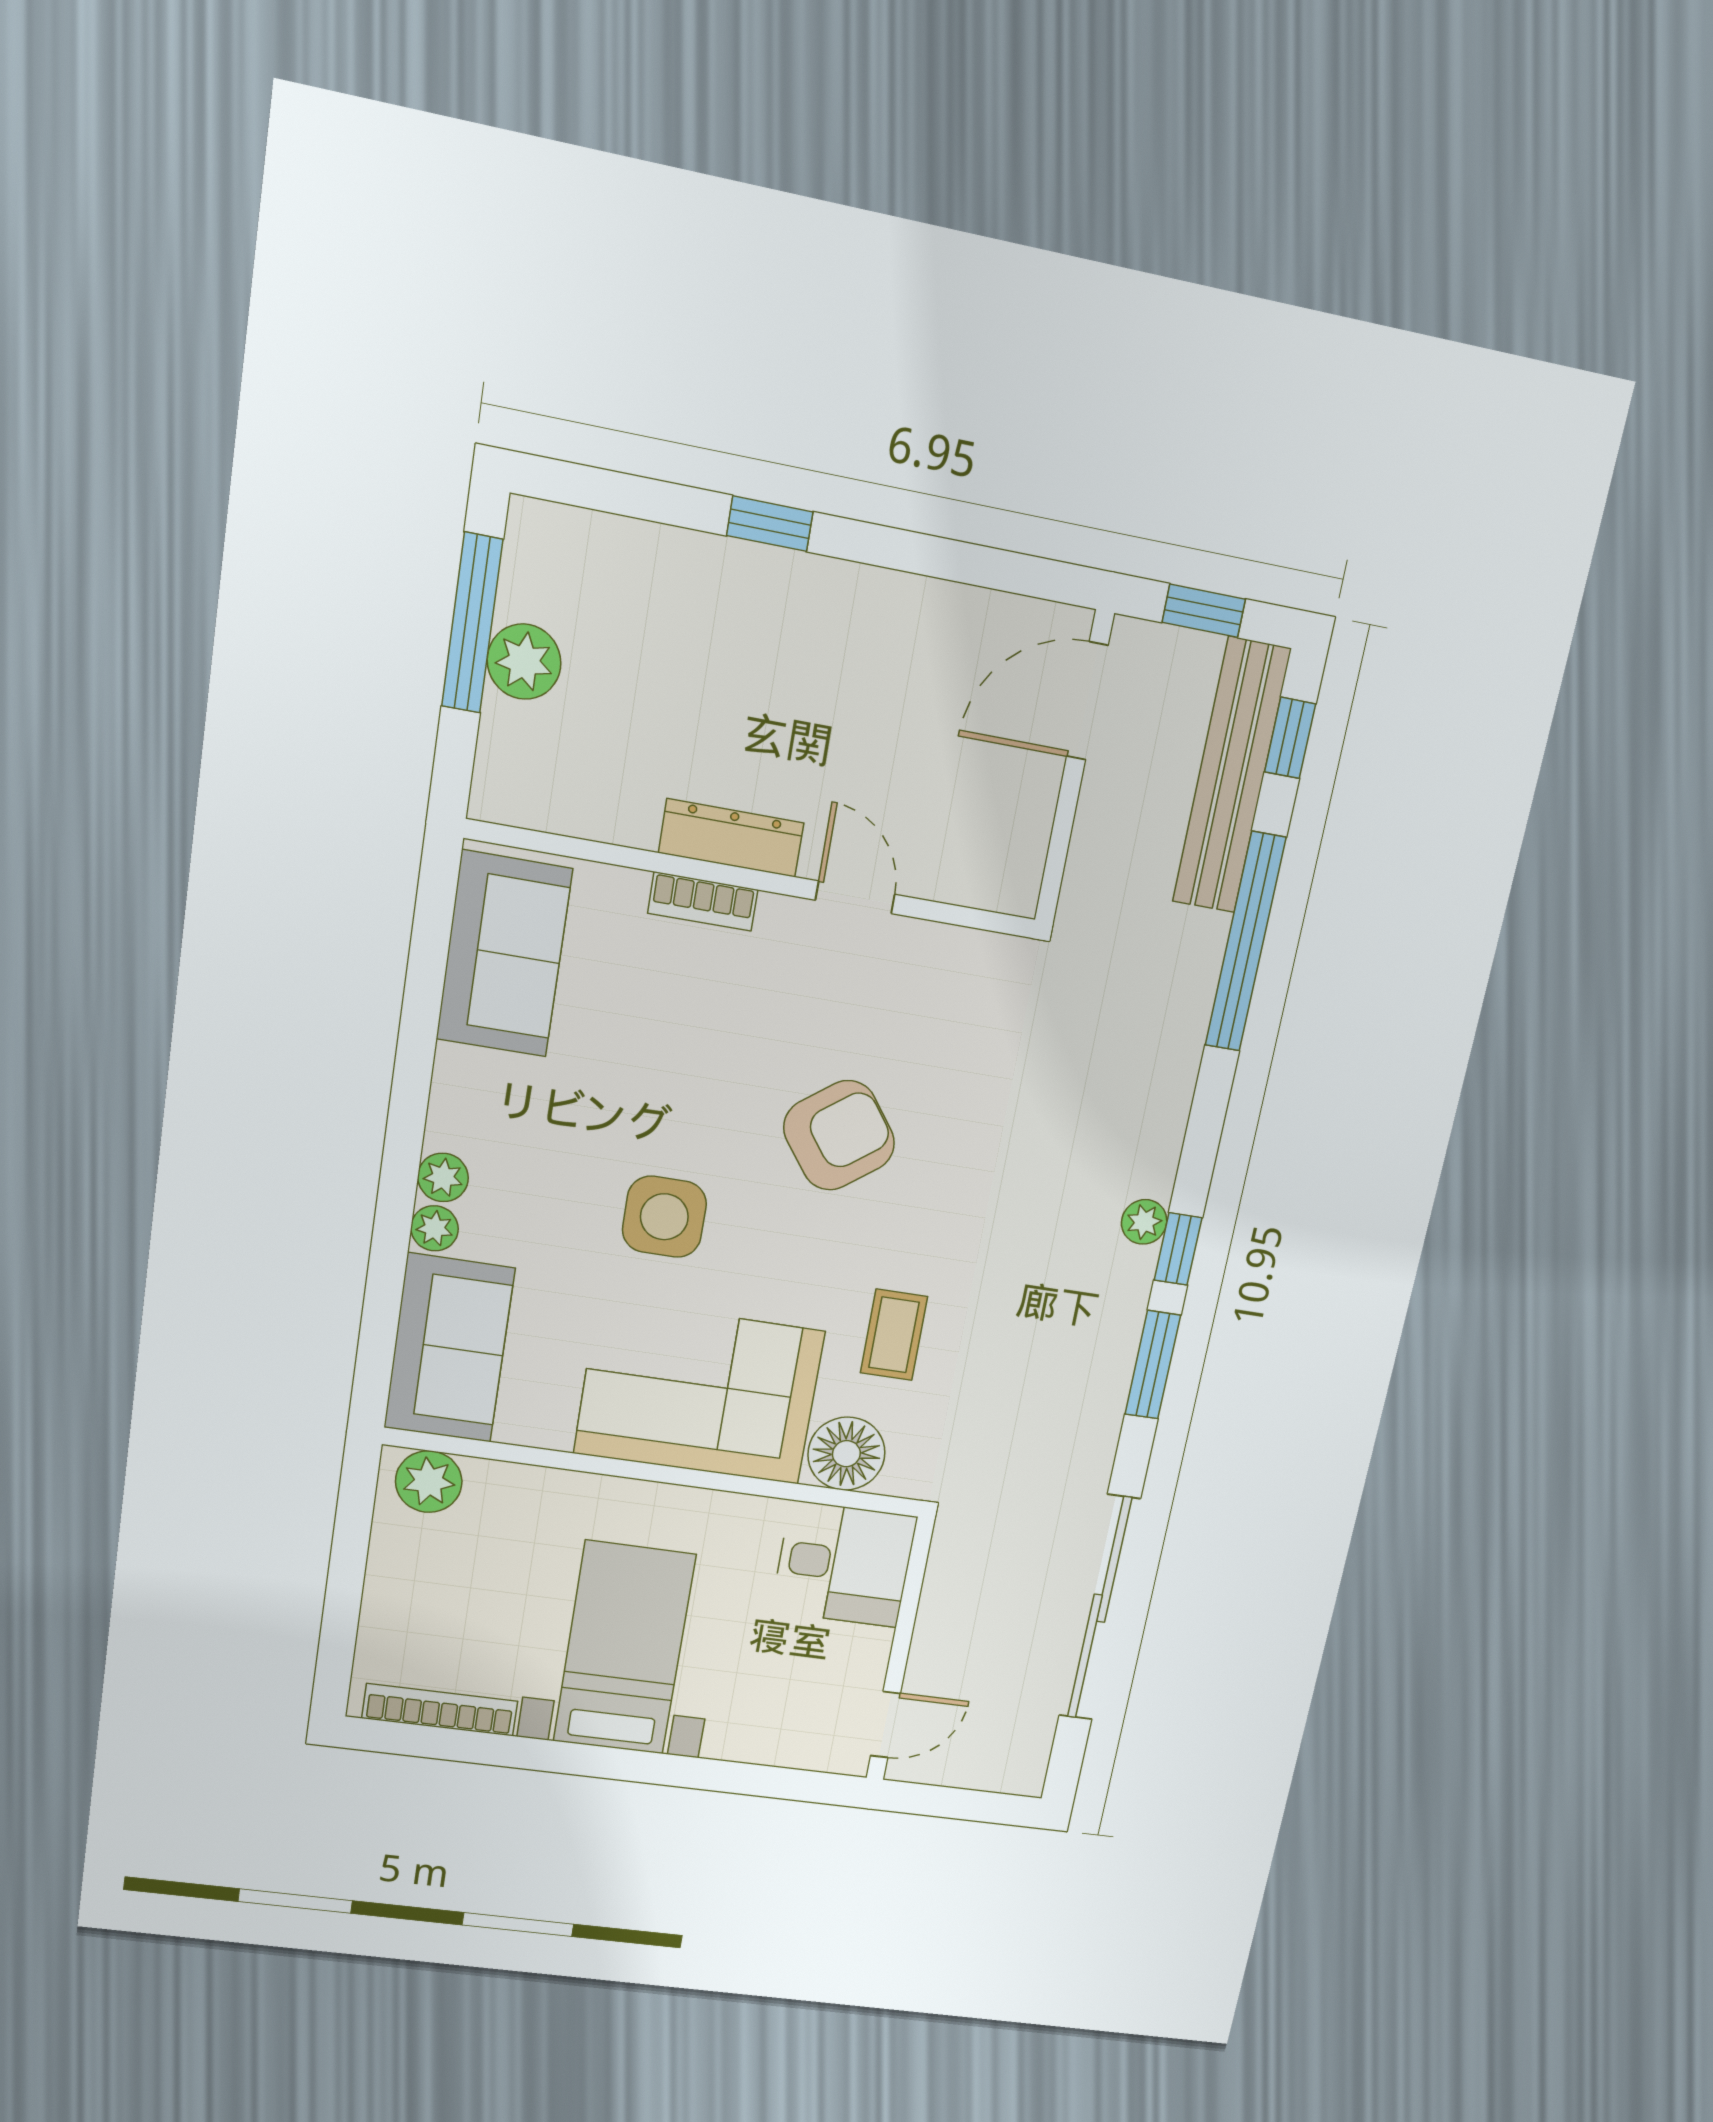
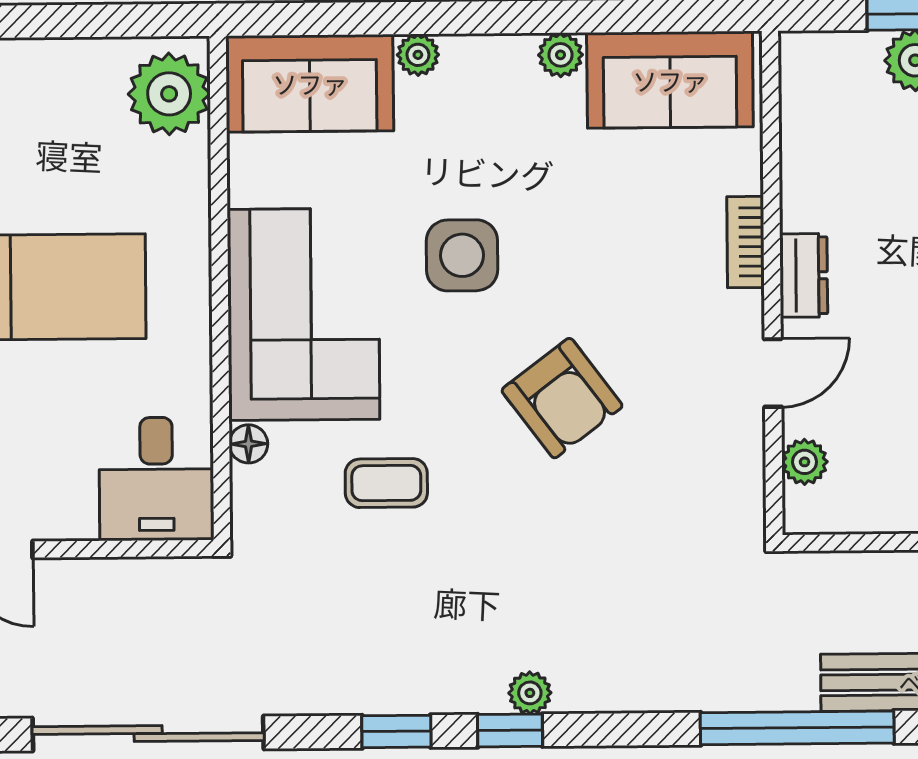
dresser: (731, 838) -> (804, 275), width x0.70
plant: (960, 880) -> (805, 462), added
plant: (443, 1177) -> (561, 55), moved
window: (1153, 1365) -> (396, 731), width x0.67
floor lamp: (846, 1454) -> (248, 444), width x0.53, depth x0.53
plant: (429, 1482) -> (169, 94), width x1.36, depth x1.36

